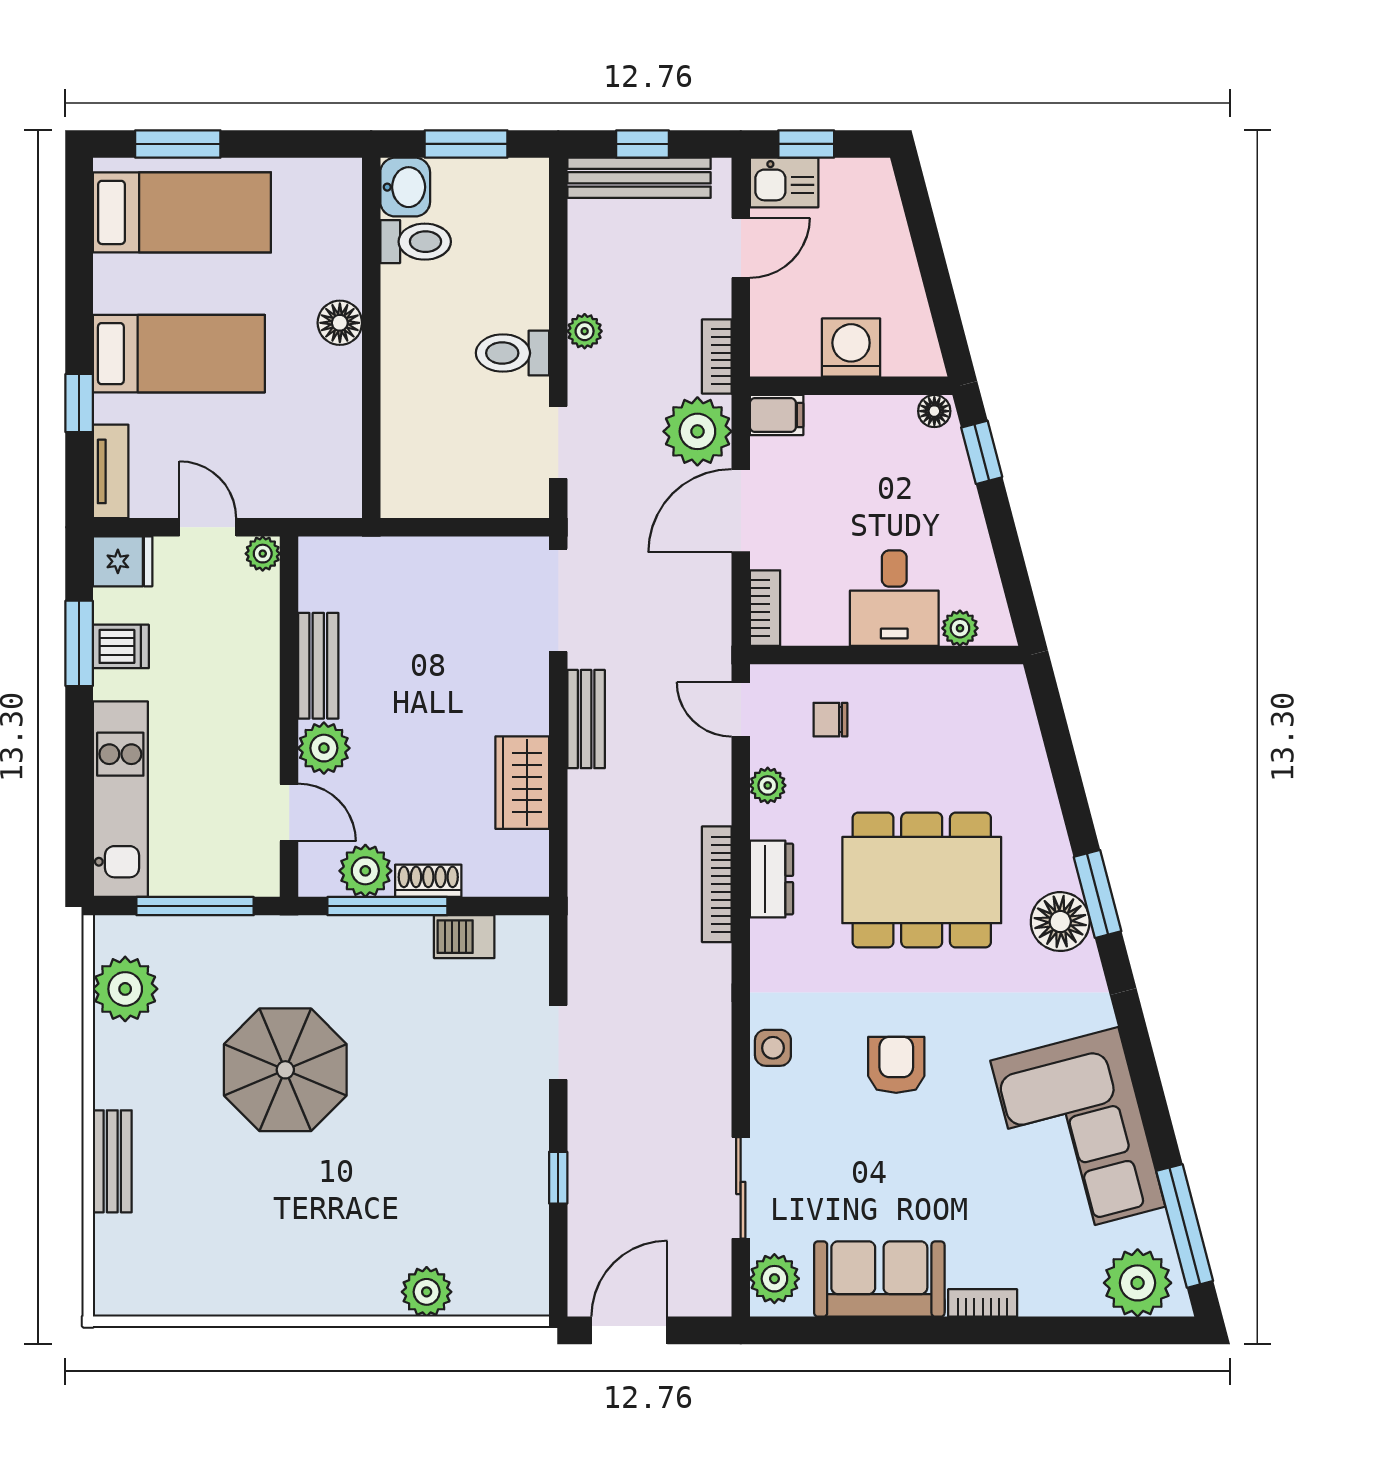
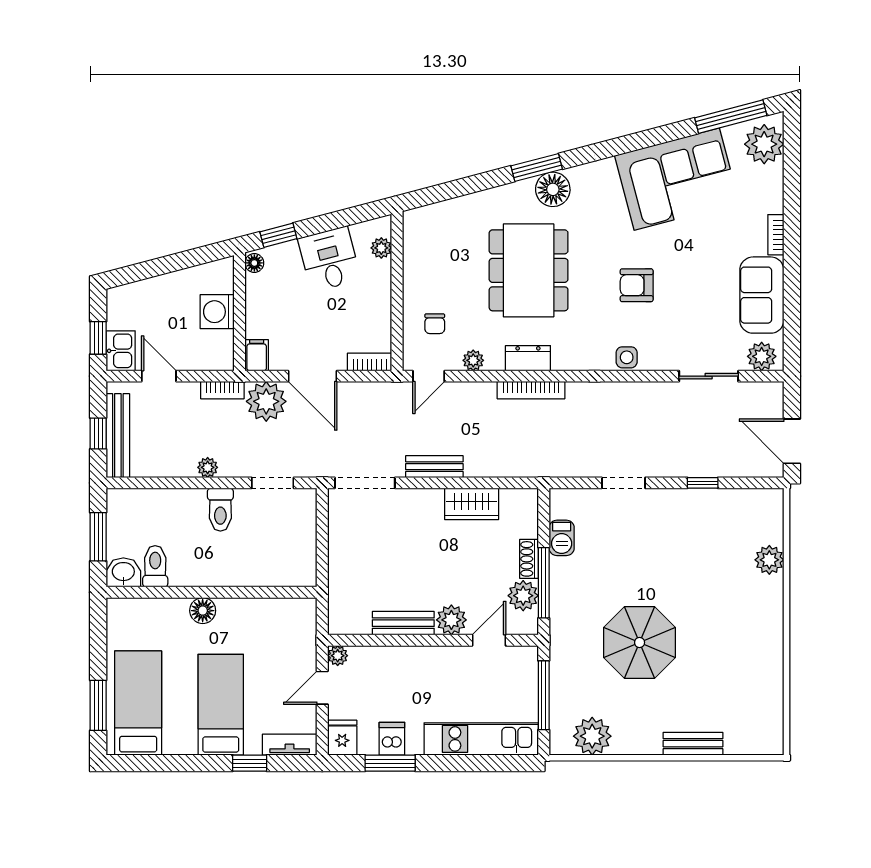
desk: (894, 598) -> (329, 259), moved, turned -105

